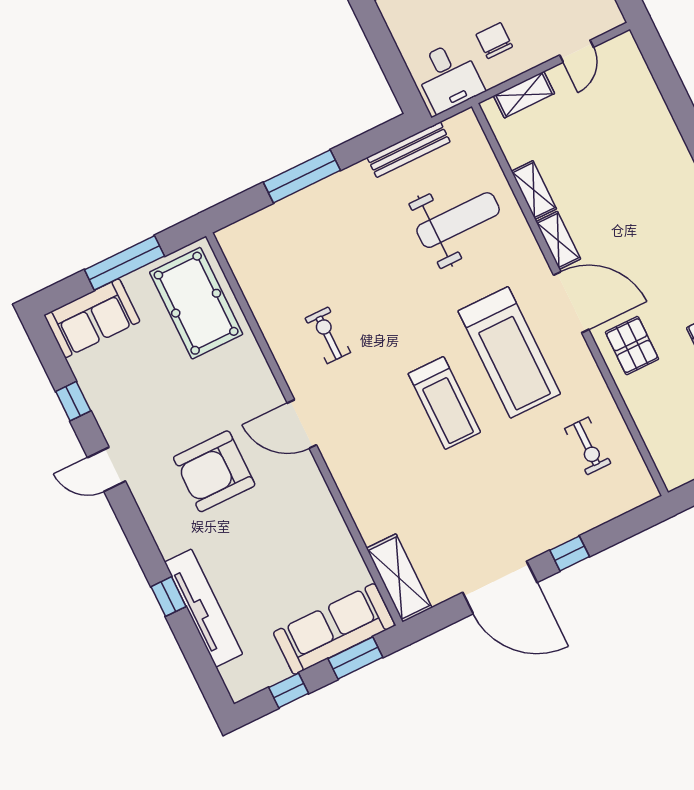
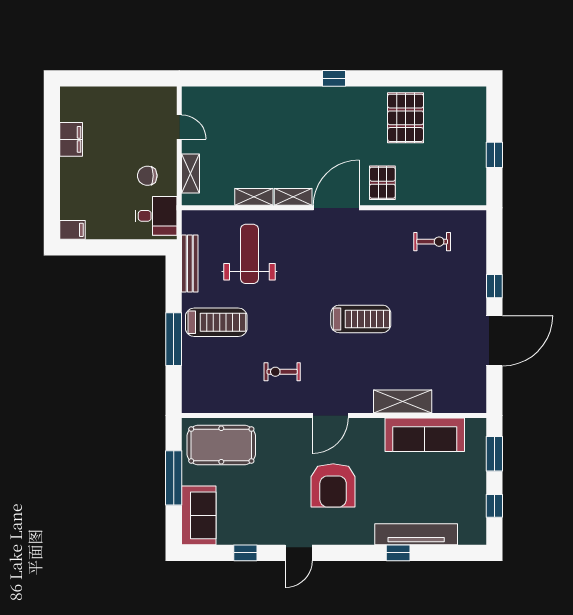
pallet: (632, 346) -> (382, 183), turned 90
treadmill: (509, 352) -> (216, 322), moved, width x0.73, depth x0.73
shelving: (399, 578) -> (403, 401), moved
sofa: (334, 629) -> (425, 435), moved, turned -90

